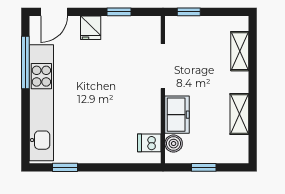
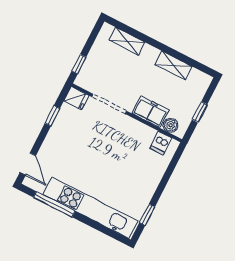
fridge: (91, 28) -> (76, 98), moved

